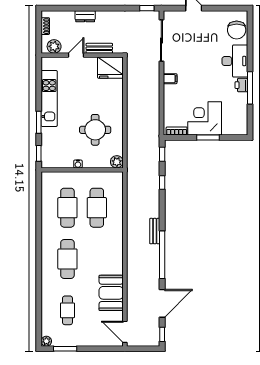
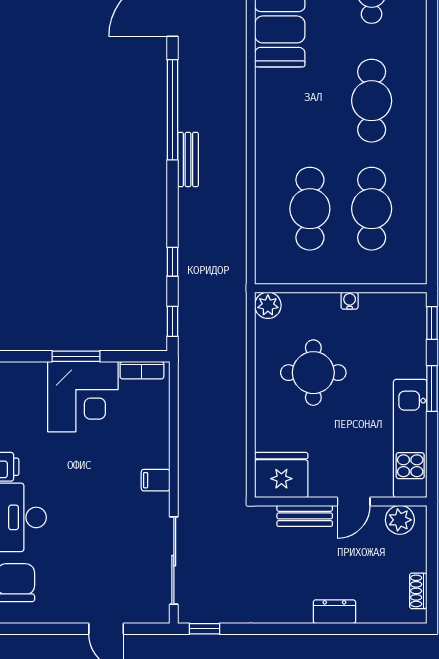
plant: (54, 46) -> (400, 520), moved
bench: (99, 48) -> (305, 516), moved
door: (76, 55) -> (354, 501), moved
wall: (82, 55) -> (341, 501), moved
fridge: (110, 68) -> (281, 475), moved

